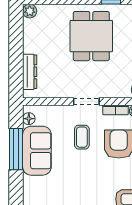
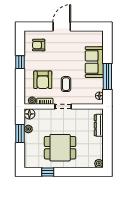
dining table: (91, 36) -> (60, 148), turned 90
sofa: (37, 151) -> (94, 62), moved

